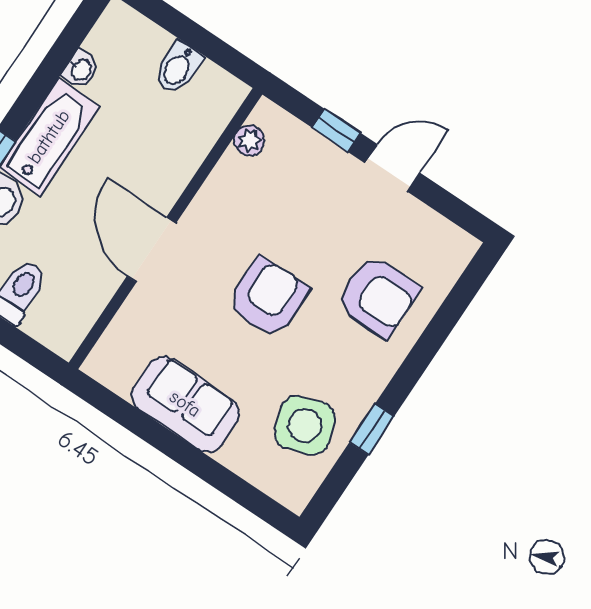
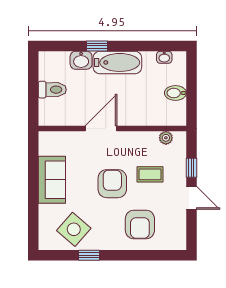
washbasin: (81, 69) -> (164, 57), moved
coffee table: (297, 216) -> (150, 174), added
armchair: (268, 297) -> (112, 184), turned -90
side table: (305, 425) -> (74, 229), turned -30

